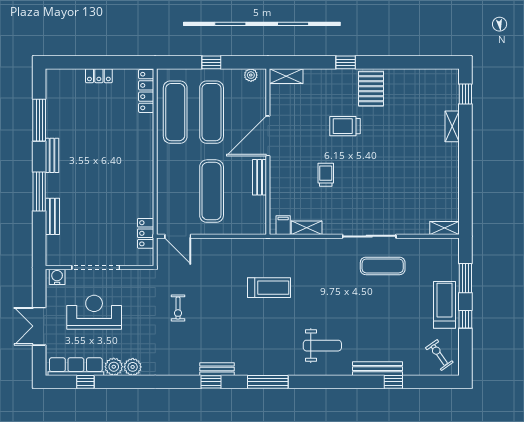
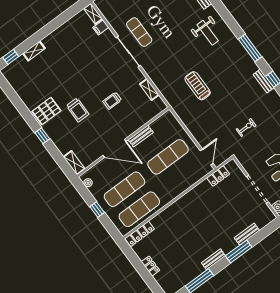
filing cabinet: (283, 225) -> (101, 27), moved
weight bench: (322, 346) -> (208, 33), turned 180

